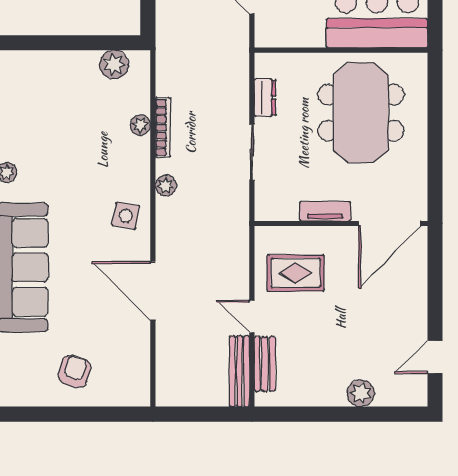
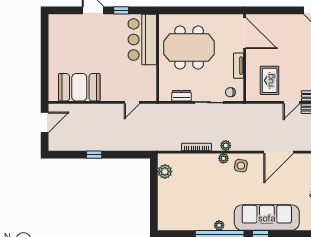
plant: (140, 125) -> (223, 158), moved
chair: (272, 195) -> (230, 92), added

